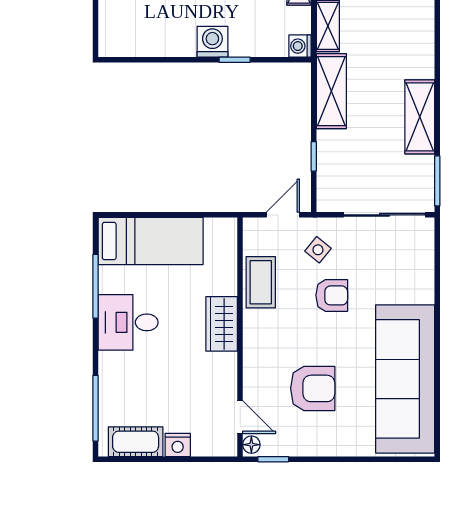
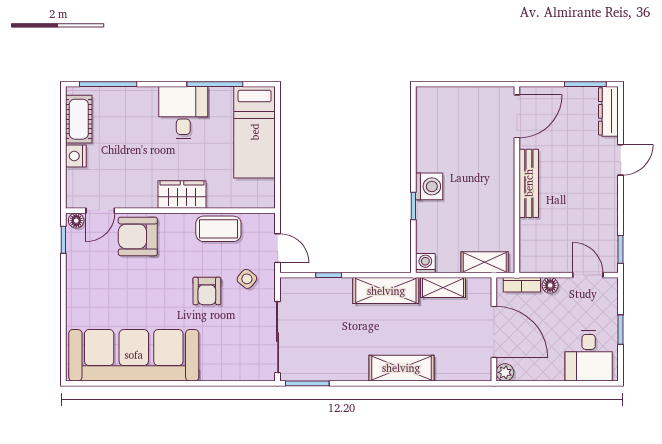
shelving: (420, 117) -> (401, 368), moved
armchair: (313, 388) -> (138, 236), moved, turned 90

